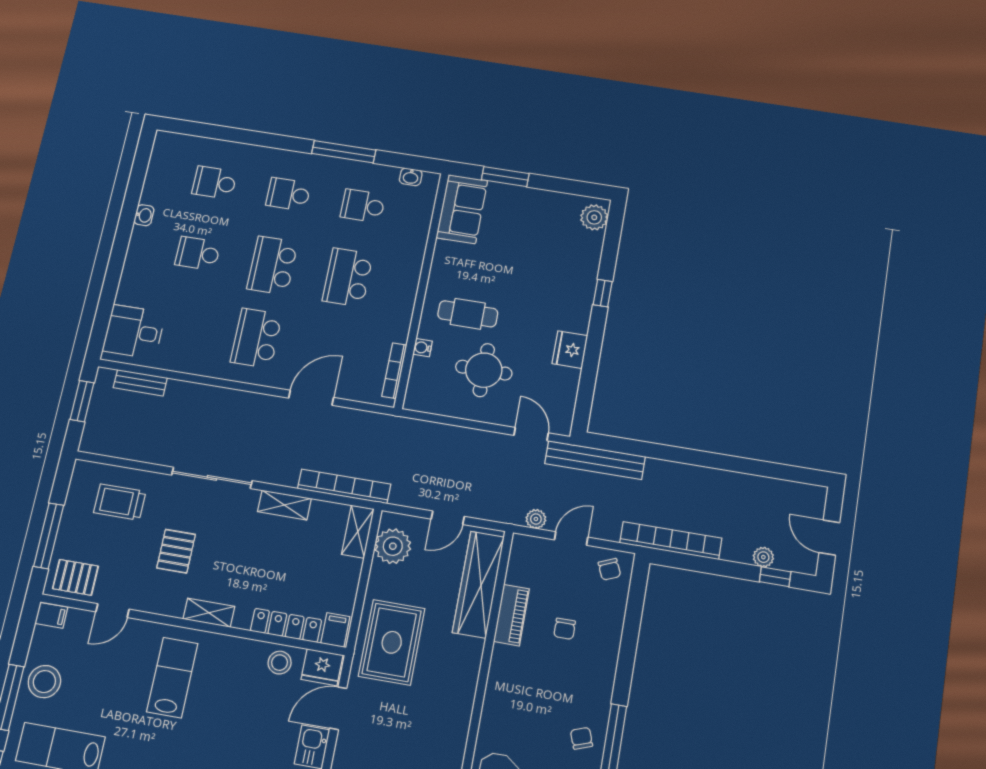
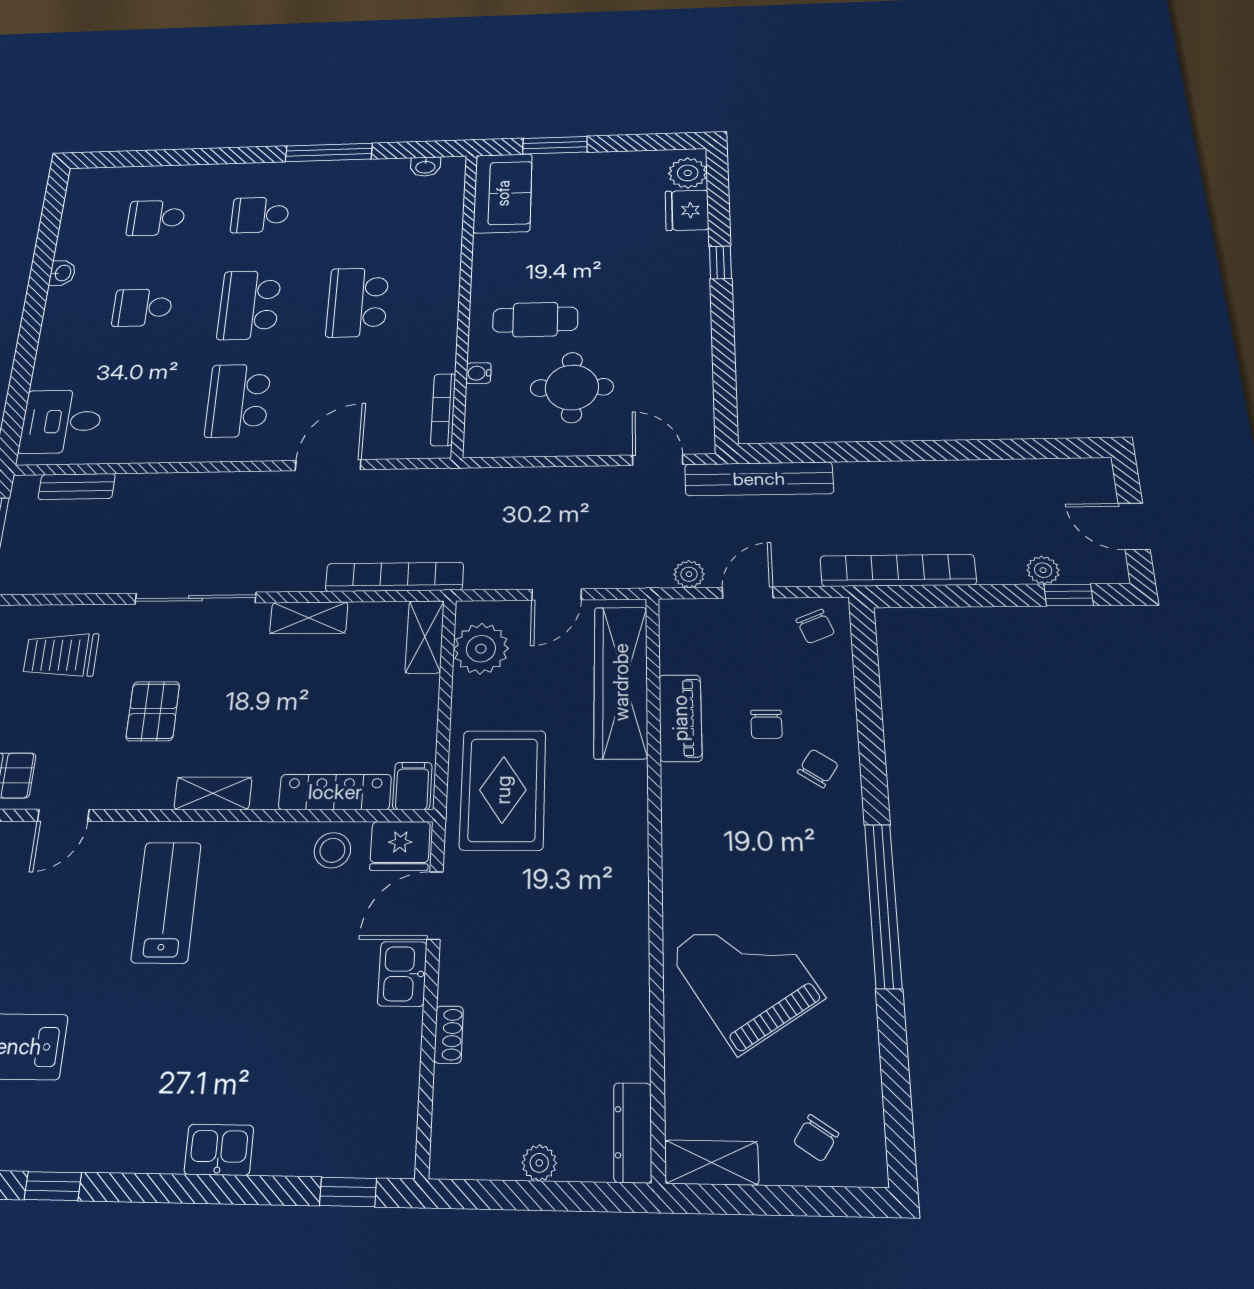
school desk: (363, 206) -> (365, 212), removed
fridge: (570, 350) -> (687, 210), moved
chair: (582, 738) -> (818, 768), moved, turned 53

